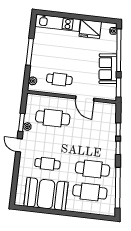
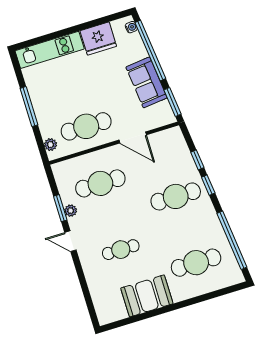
cafe table: (59, 79) -> (86, 126), width x1.37, depth x1.35
cafe table: (93, 169) -> (176, 196), moved
booth: (46, 194) -> (147, 296), width x0.73, depth x0.70

